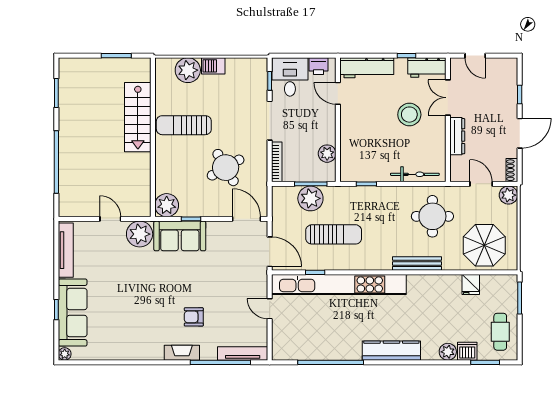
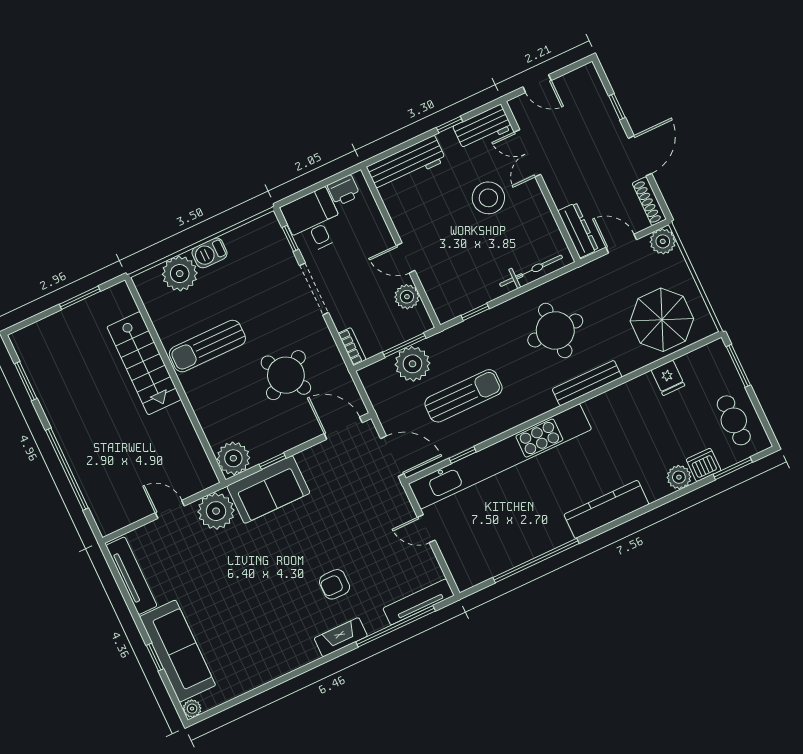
door: (338, 93) -> (406, 258), moved
dresser: (457, 136) -> (578, 230), moved
bookcase: (277, 162) -> (352, 347), width x0.64
shoe rack: (512, 170) -> (649, 201), width x1.43
round table: (432, 216) -> (555, 331), moved

